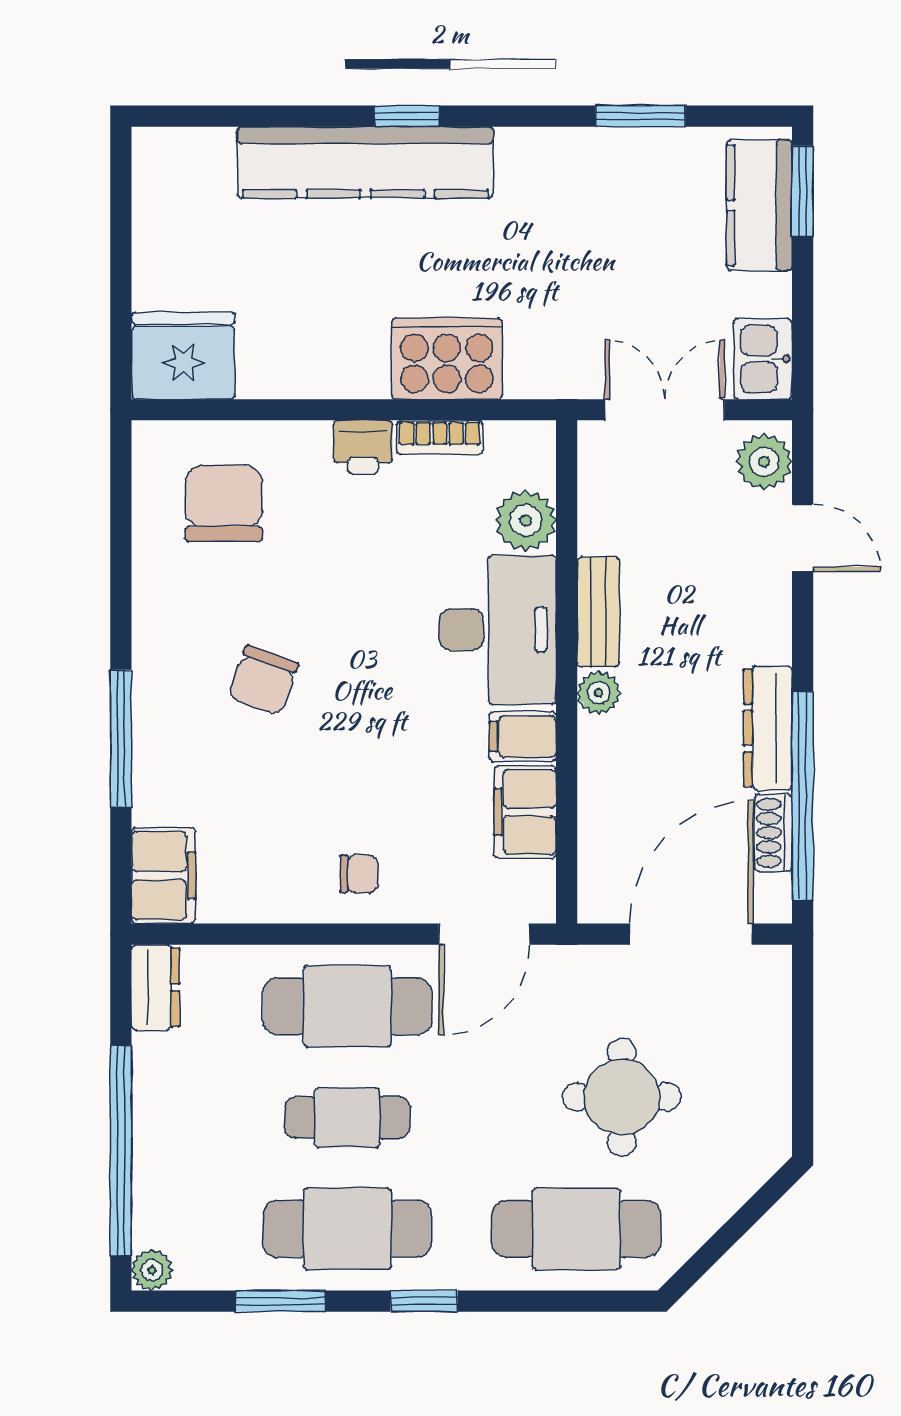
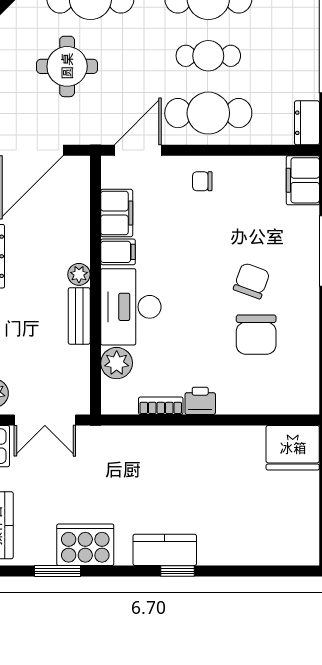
kitchen counter: (365, 162) -> (165, 550), width x0.48, depth x0.86
cooker: (447, 359) -> (85, 545), moved, turned 180
chair: (224, 503) -> (256, 335), moved

